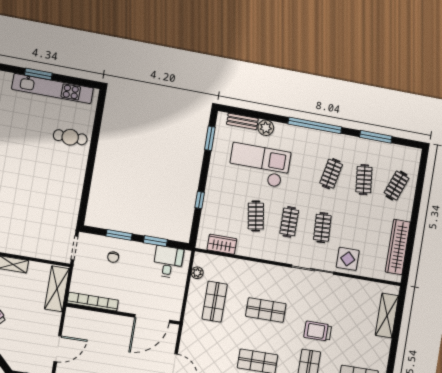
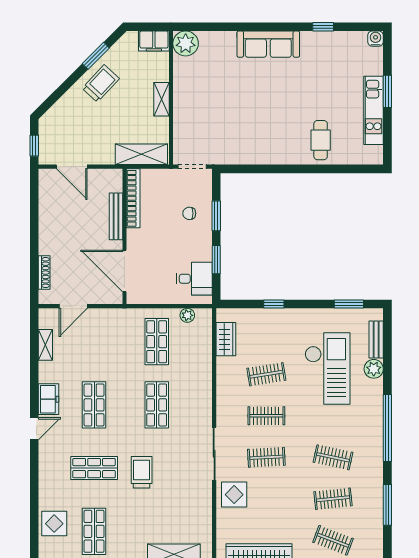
kitchen unit: (53, 89) -> (374, 110), width x0.73
shop shelf: (215, 302) -> (157, 342), turned 90
bench: (106, 318) -> (116, 216), added

